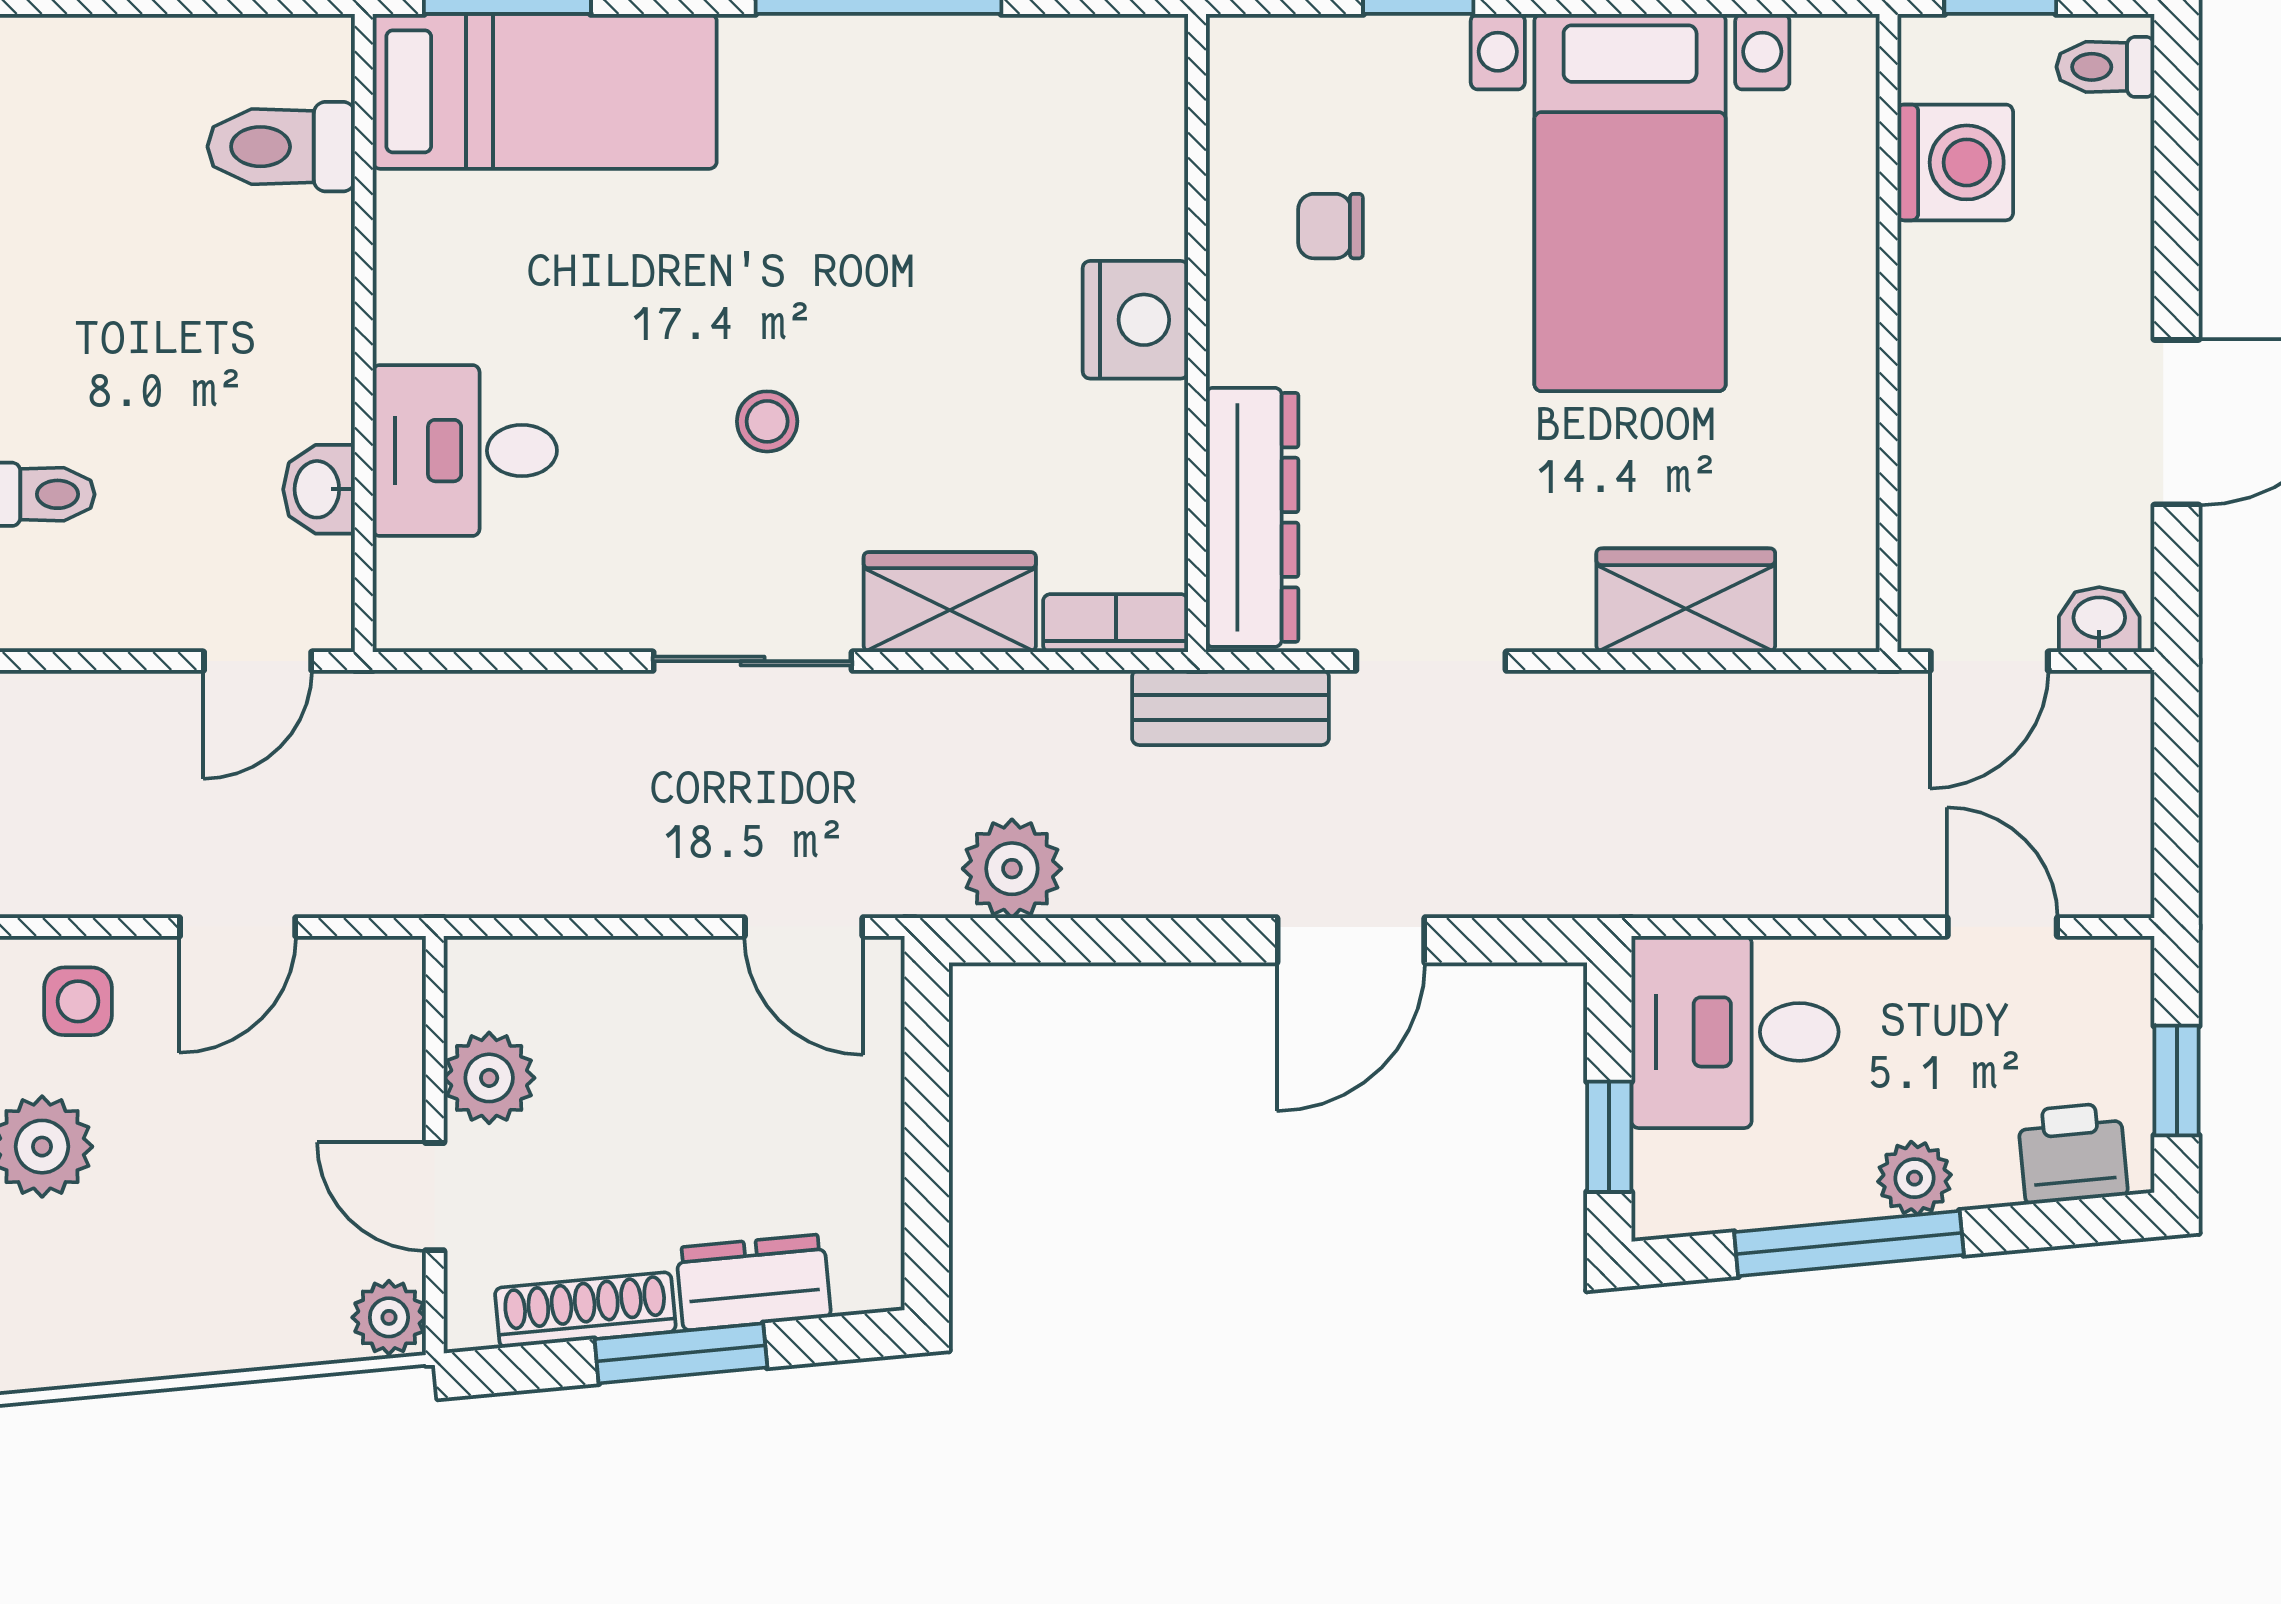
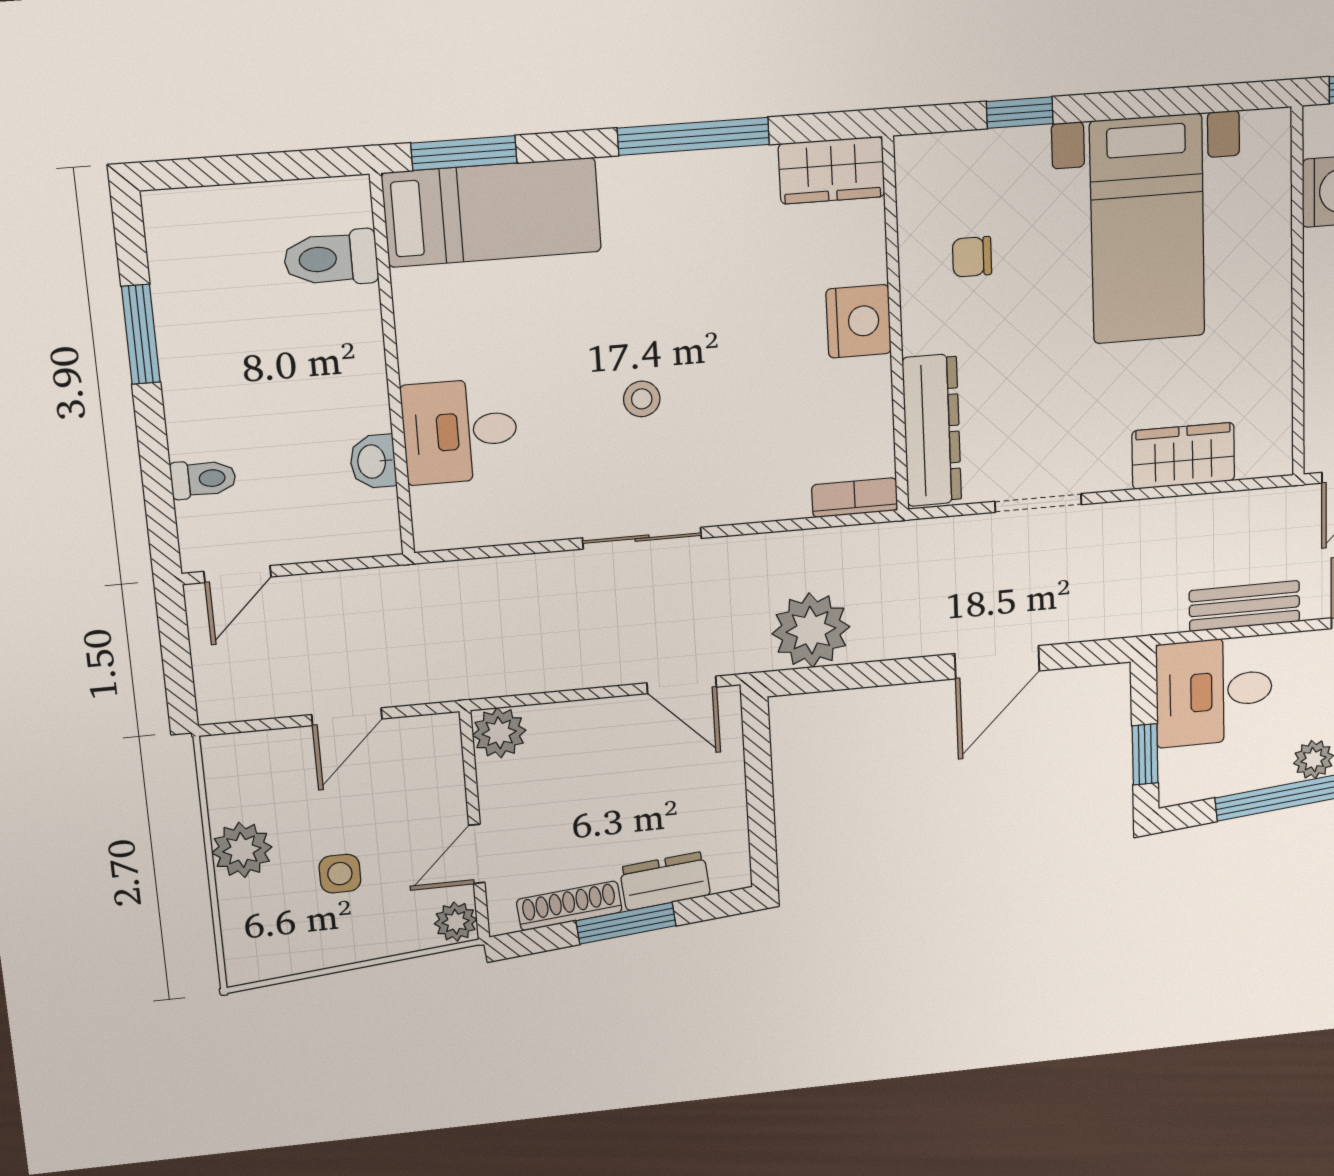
wardrobe: (950, 602) -> (832, 170), moved, turned 180
door: (258, 661) -> (237, 574), moved
bench: (1231, 708) -> (1244, 606), moved
plant: (1012, 869) -> (811, 630), width x1.36, depth x1.36
side table: (78, 1001) -> (340, 874), moved
plant: (489, 1078) -> (499, 733), moved
door: (435, 1197) -> (477, 854), hinge flipped

